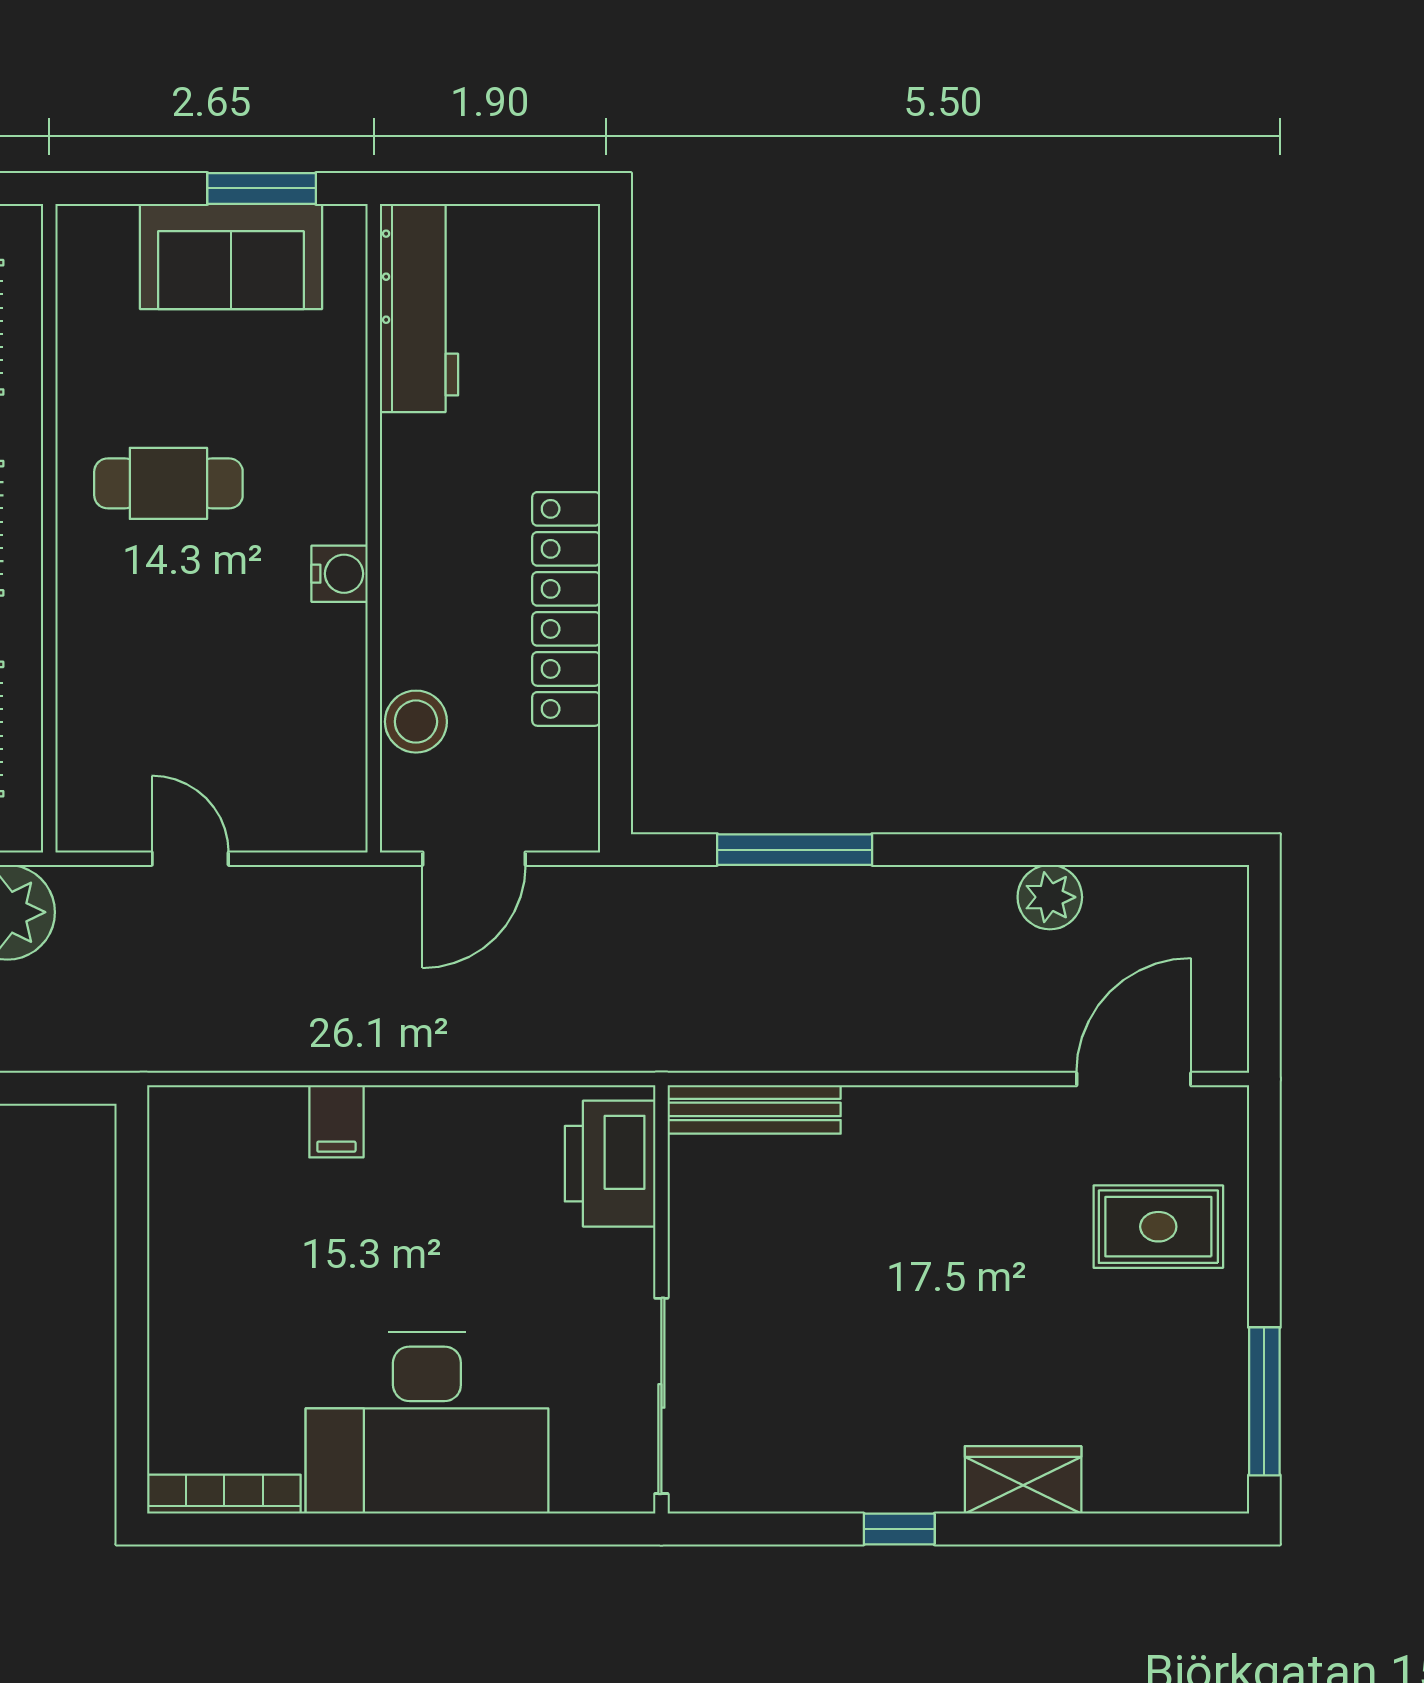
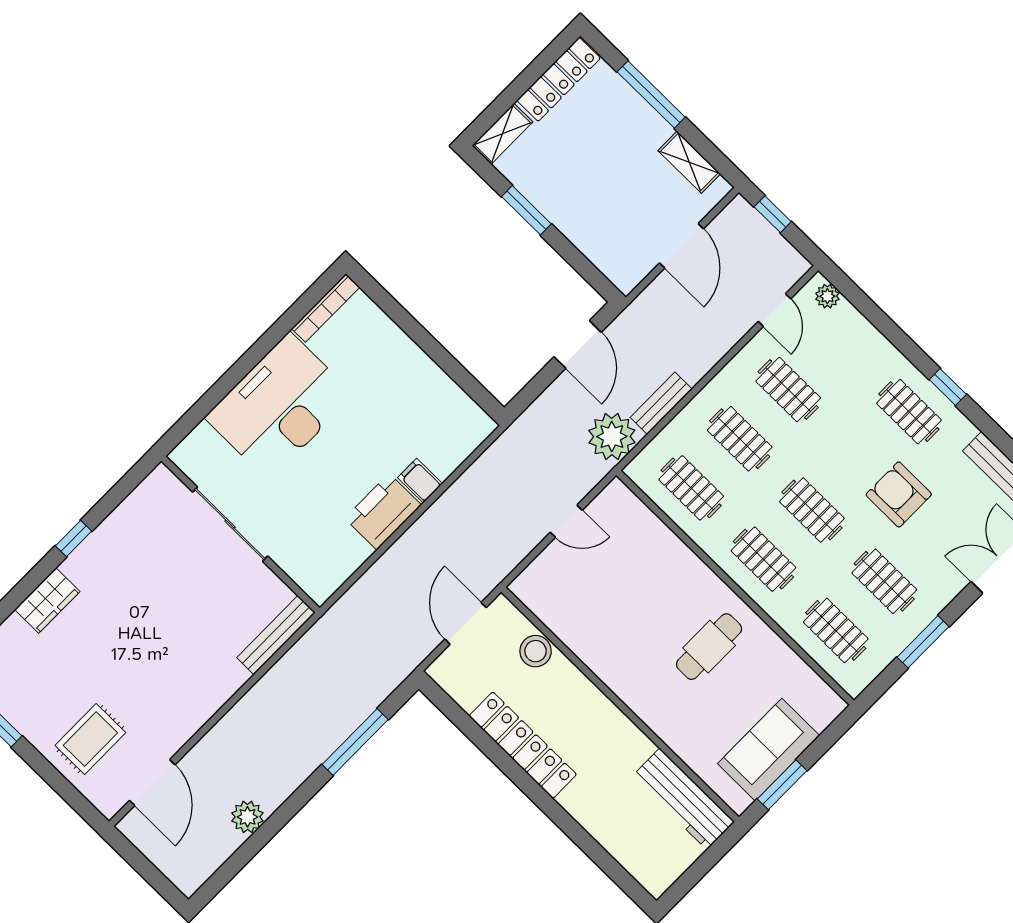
water cooler: (340, 574) -> (616, 676), removed
printer: (610, 1164) -> (383, 512), moved, turned -90
sliding door: (661, 1396) -> (230, 524), moved

